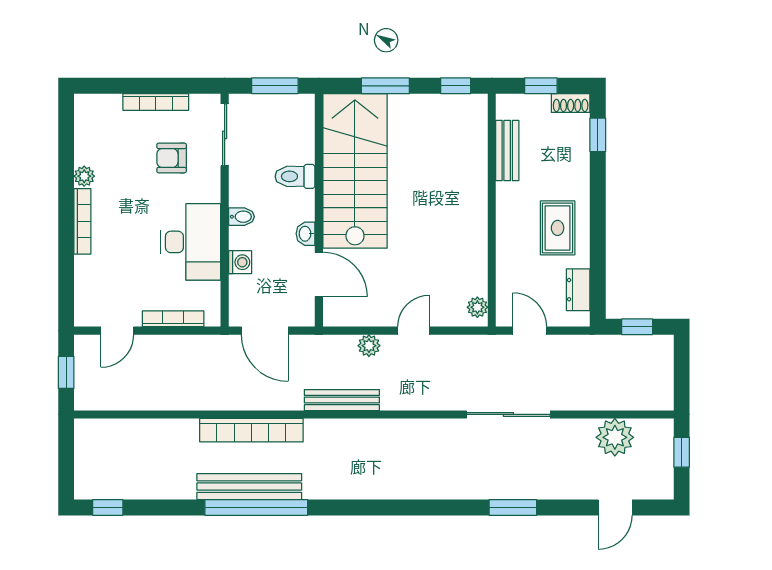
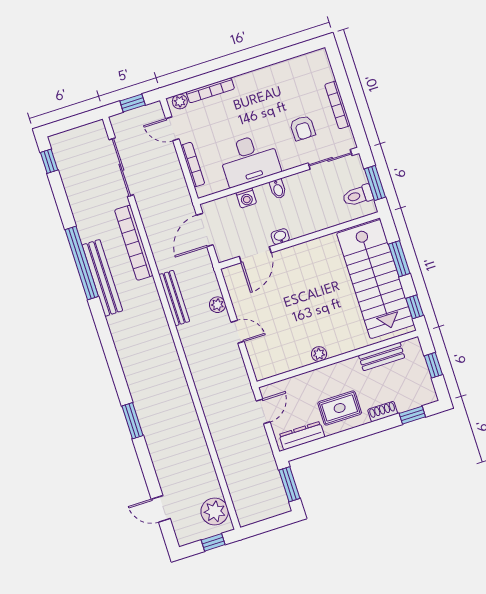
shoe rack: (571, 103) -> (383, 412), moved, turned 90
armchair: (172, 158) -> (303, 128), turned 180
stairs: (355, 171) -> (375, 279), moved, turned 90
plant: (84, 176) -> (180, 102), moved
toilet: (295, 176) -> (358, 196), moved, turned -90
bookcase: (82, 221) -> (210, 90), moved
dresser: (578, 290) -> (302, 436), width x1.44
plant: (477, 307) -> (319, 354), moved
window: (637, 327) -> (289, 484), width x1.50
sliding door: (508, 414) -> (121, 167), moved
plant: (615, 437) -> (215, 511), moved
bench: (249, 487) -> (102, 278), moved
window: (513, 507) -> (132, 421), moved

